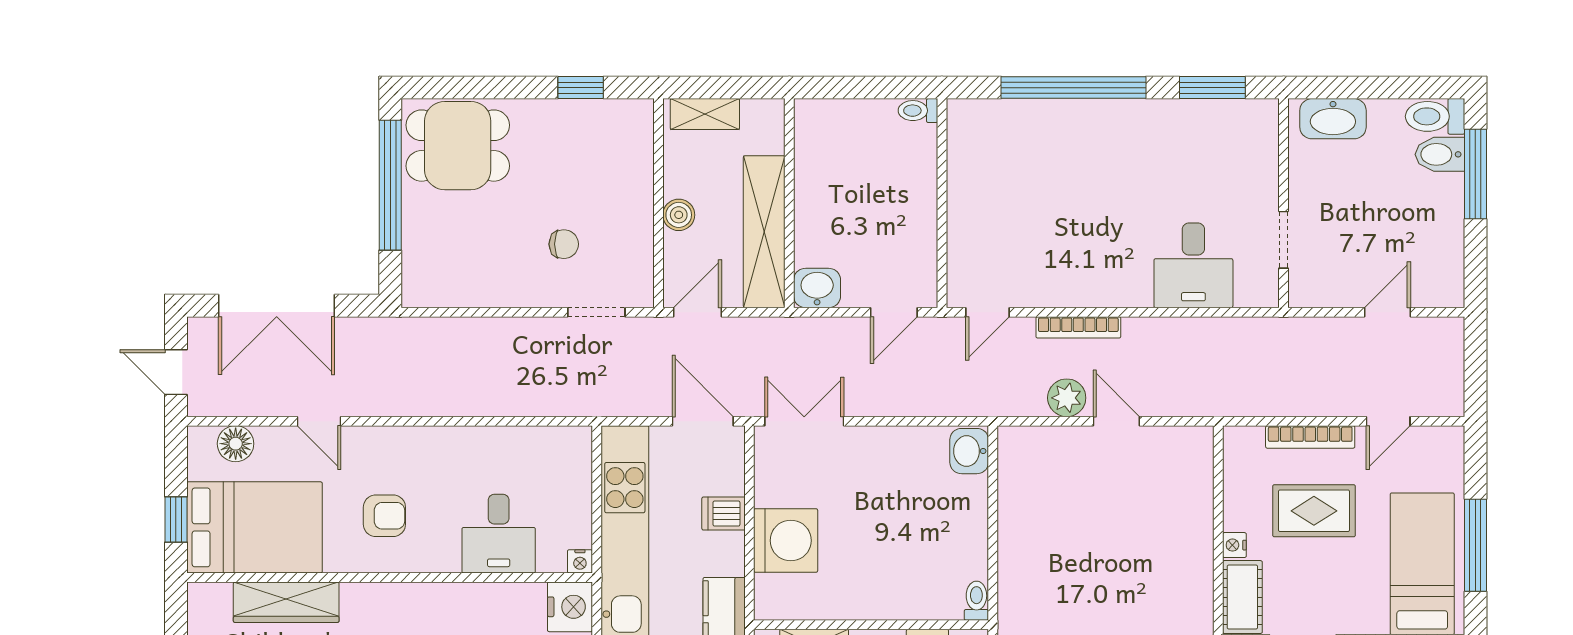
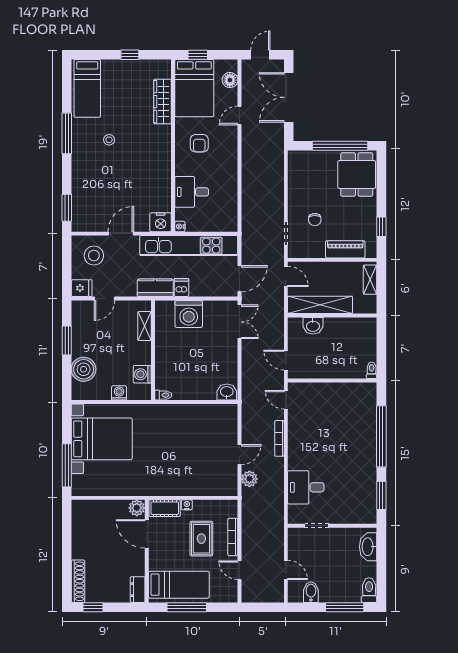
bidet: (1440, 154) -> (311, 592), moved
piano: (634, 172) -> (345, 249), added
boiler: (679, 215) -> (327, 268), removed
washbasin: (817, 288) -> (313, 326), moved, turned 90
plant: (1067, 398) -> (249, 479), moved
dishwasher: (723, 514) -> (181, 288), moved

